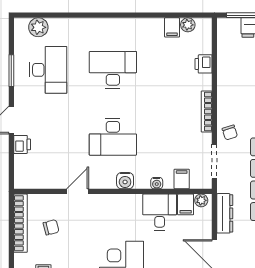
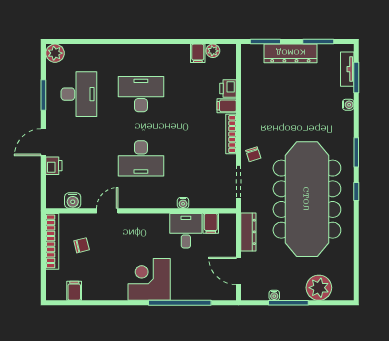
plant: (38, 27) -> (55, 53), moved
filing cabinet: (182, 179) -> (227, 106), moved, turned -90
water cooler: (125, 181) -> (73, 201), moved
plant: (201, 200) -> (226, 220), removed

